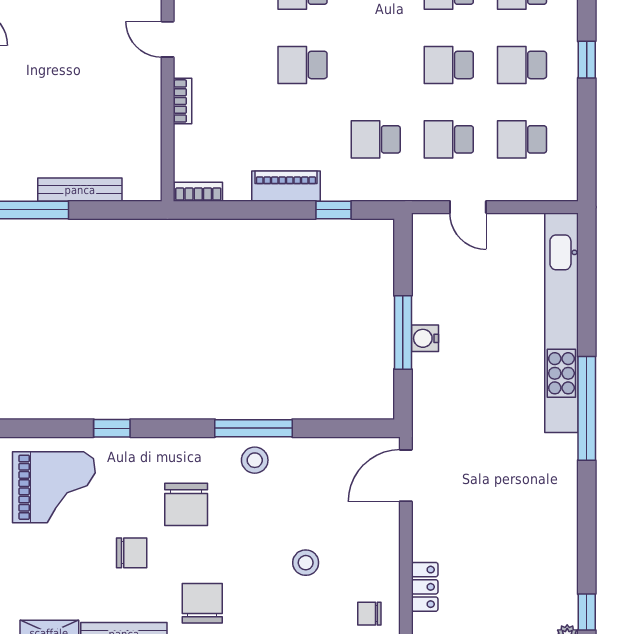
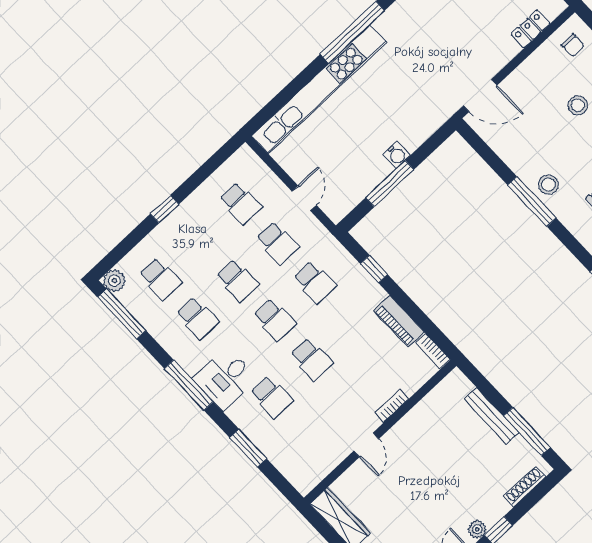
school desk: (522, 65) -> (275, 320), moved
piano: (286, 186) -> (399, 321), moved
window: (403, 332) -> (390, 184), moved

